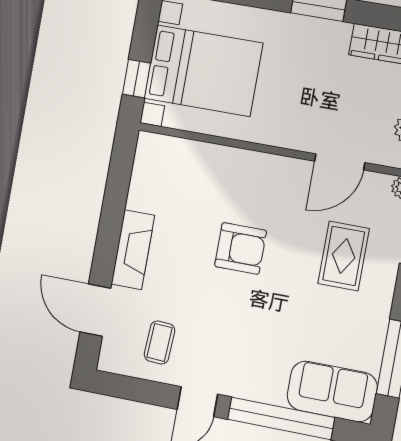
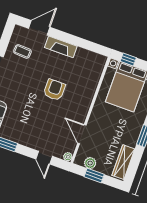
armchair: (241, 248) -> (54, 90), turned 180
rug: (344, 256) -> (45, 130), removed

